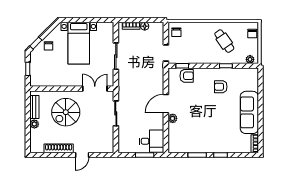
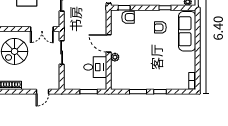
double door: (95, 89) -> (42, 29), swing flipped
door: (166, 104) -> (109, 43), hinge flipped
sofa: (249, 112) -> (187, 31), moved
desk: (152, 141) -> (95, 67), moved
door: (82, 155) -> (42, 92), moved

